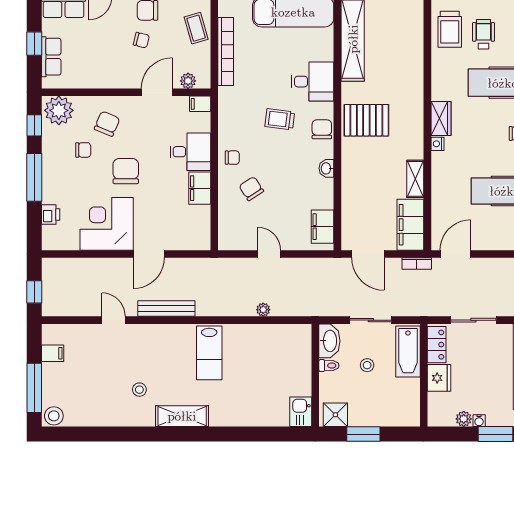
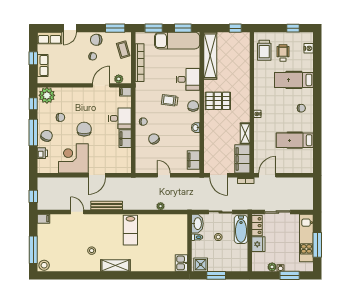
wardrobe: (441, 118) -> (259, 100), removed
chair: (107, 124) -> (47, 136), moved
filing cabinet: (53, 353) -> (43, 219), moved

